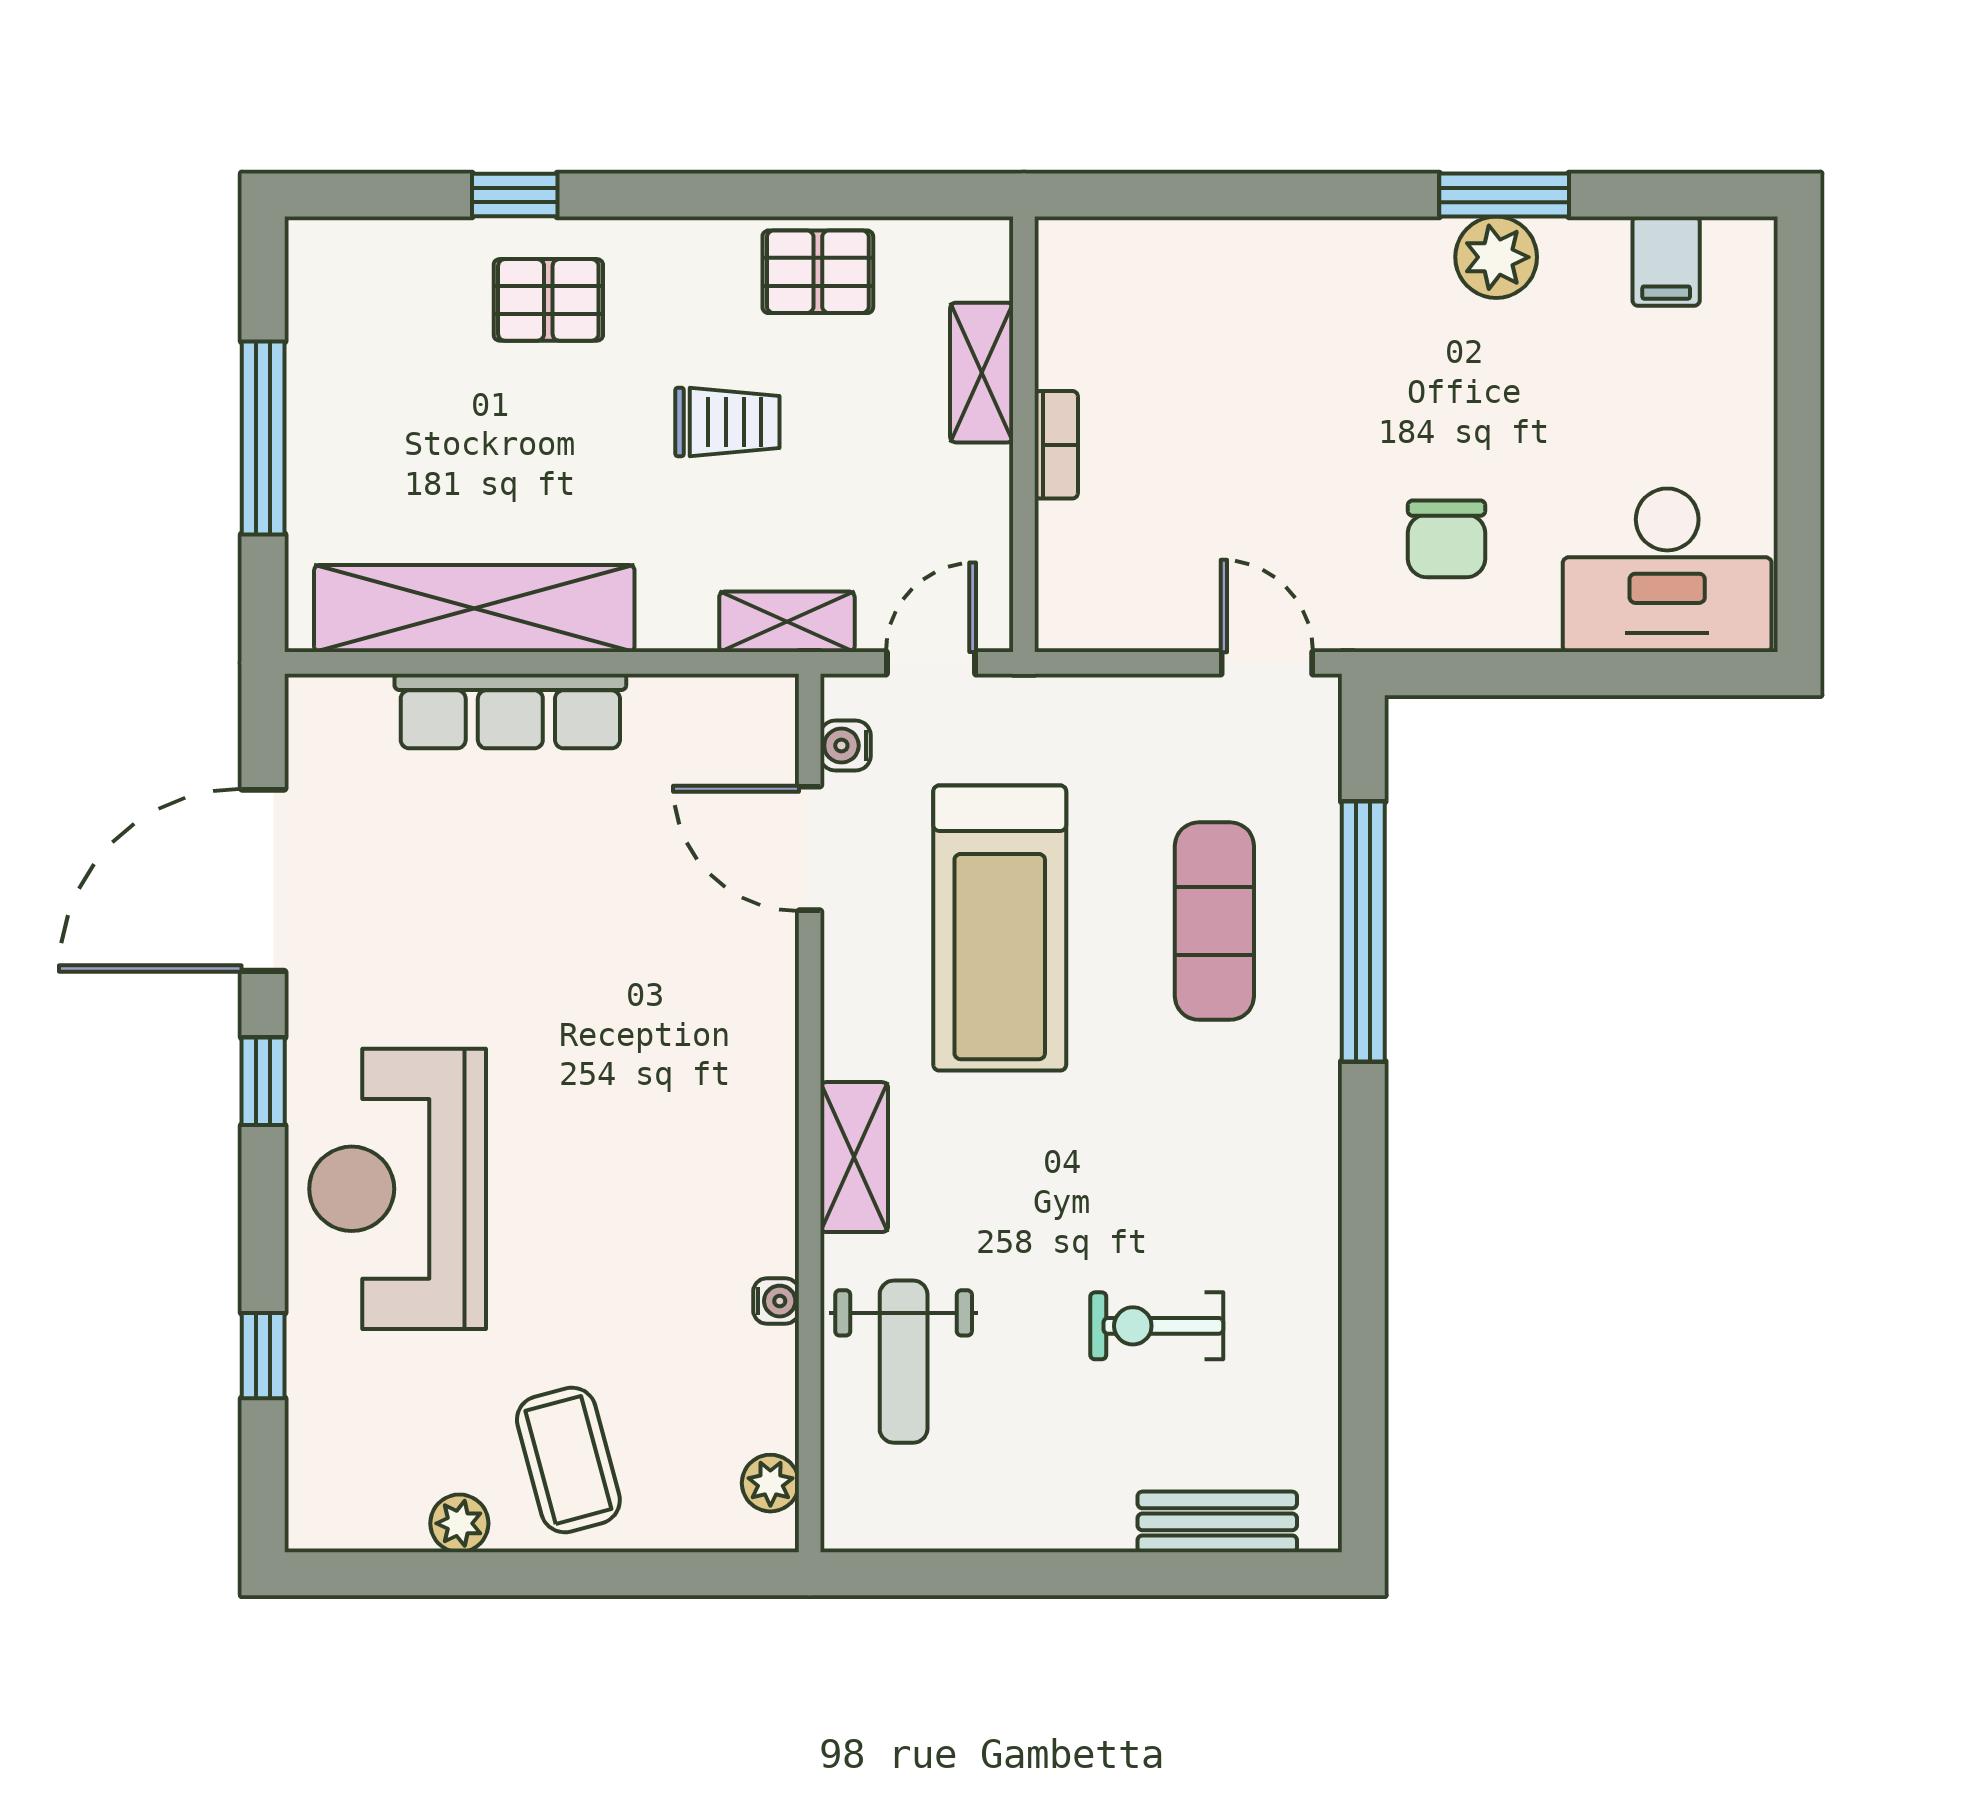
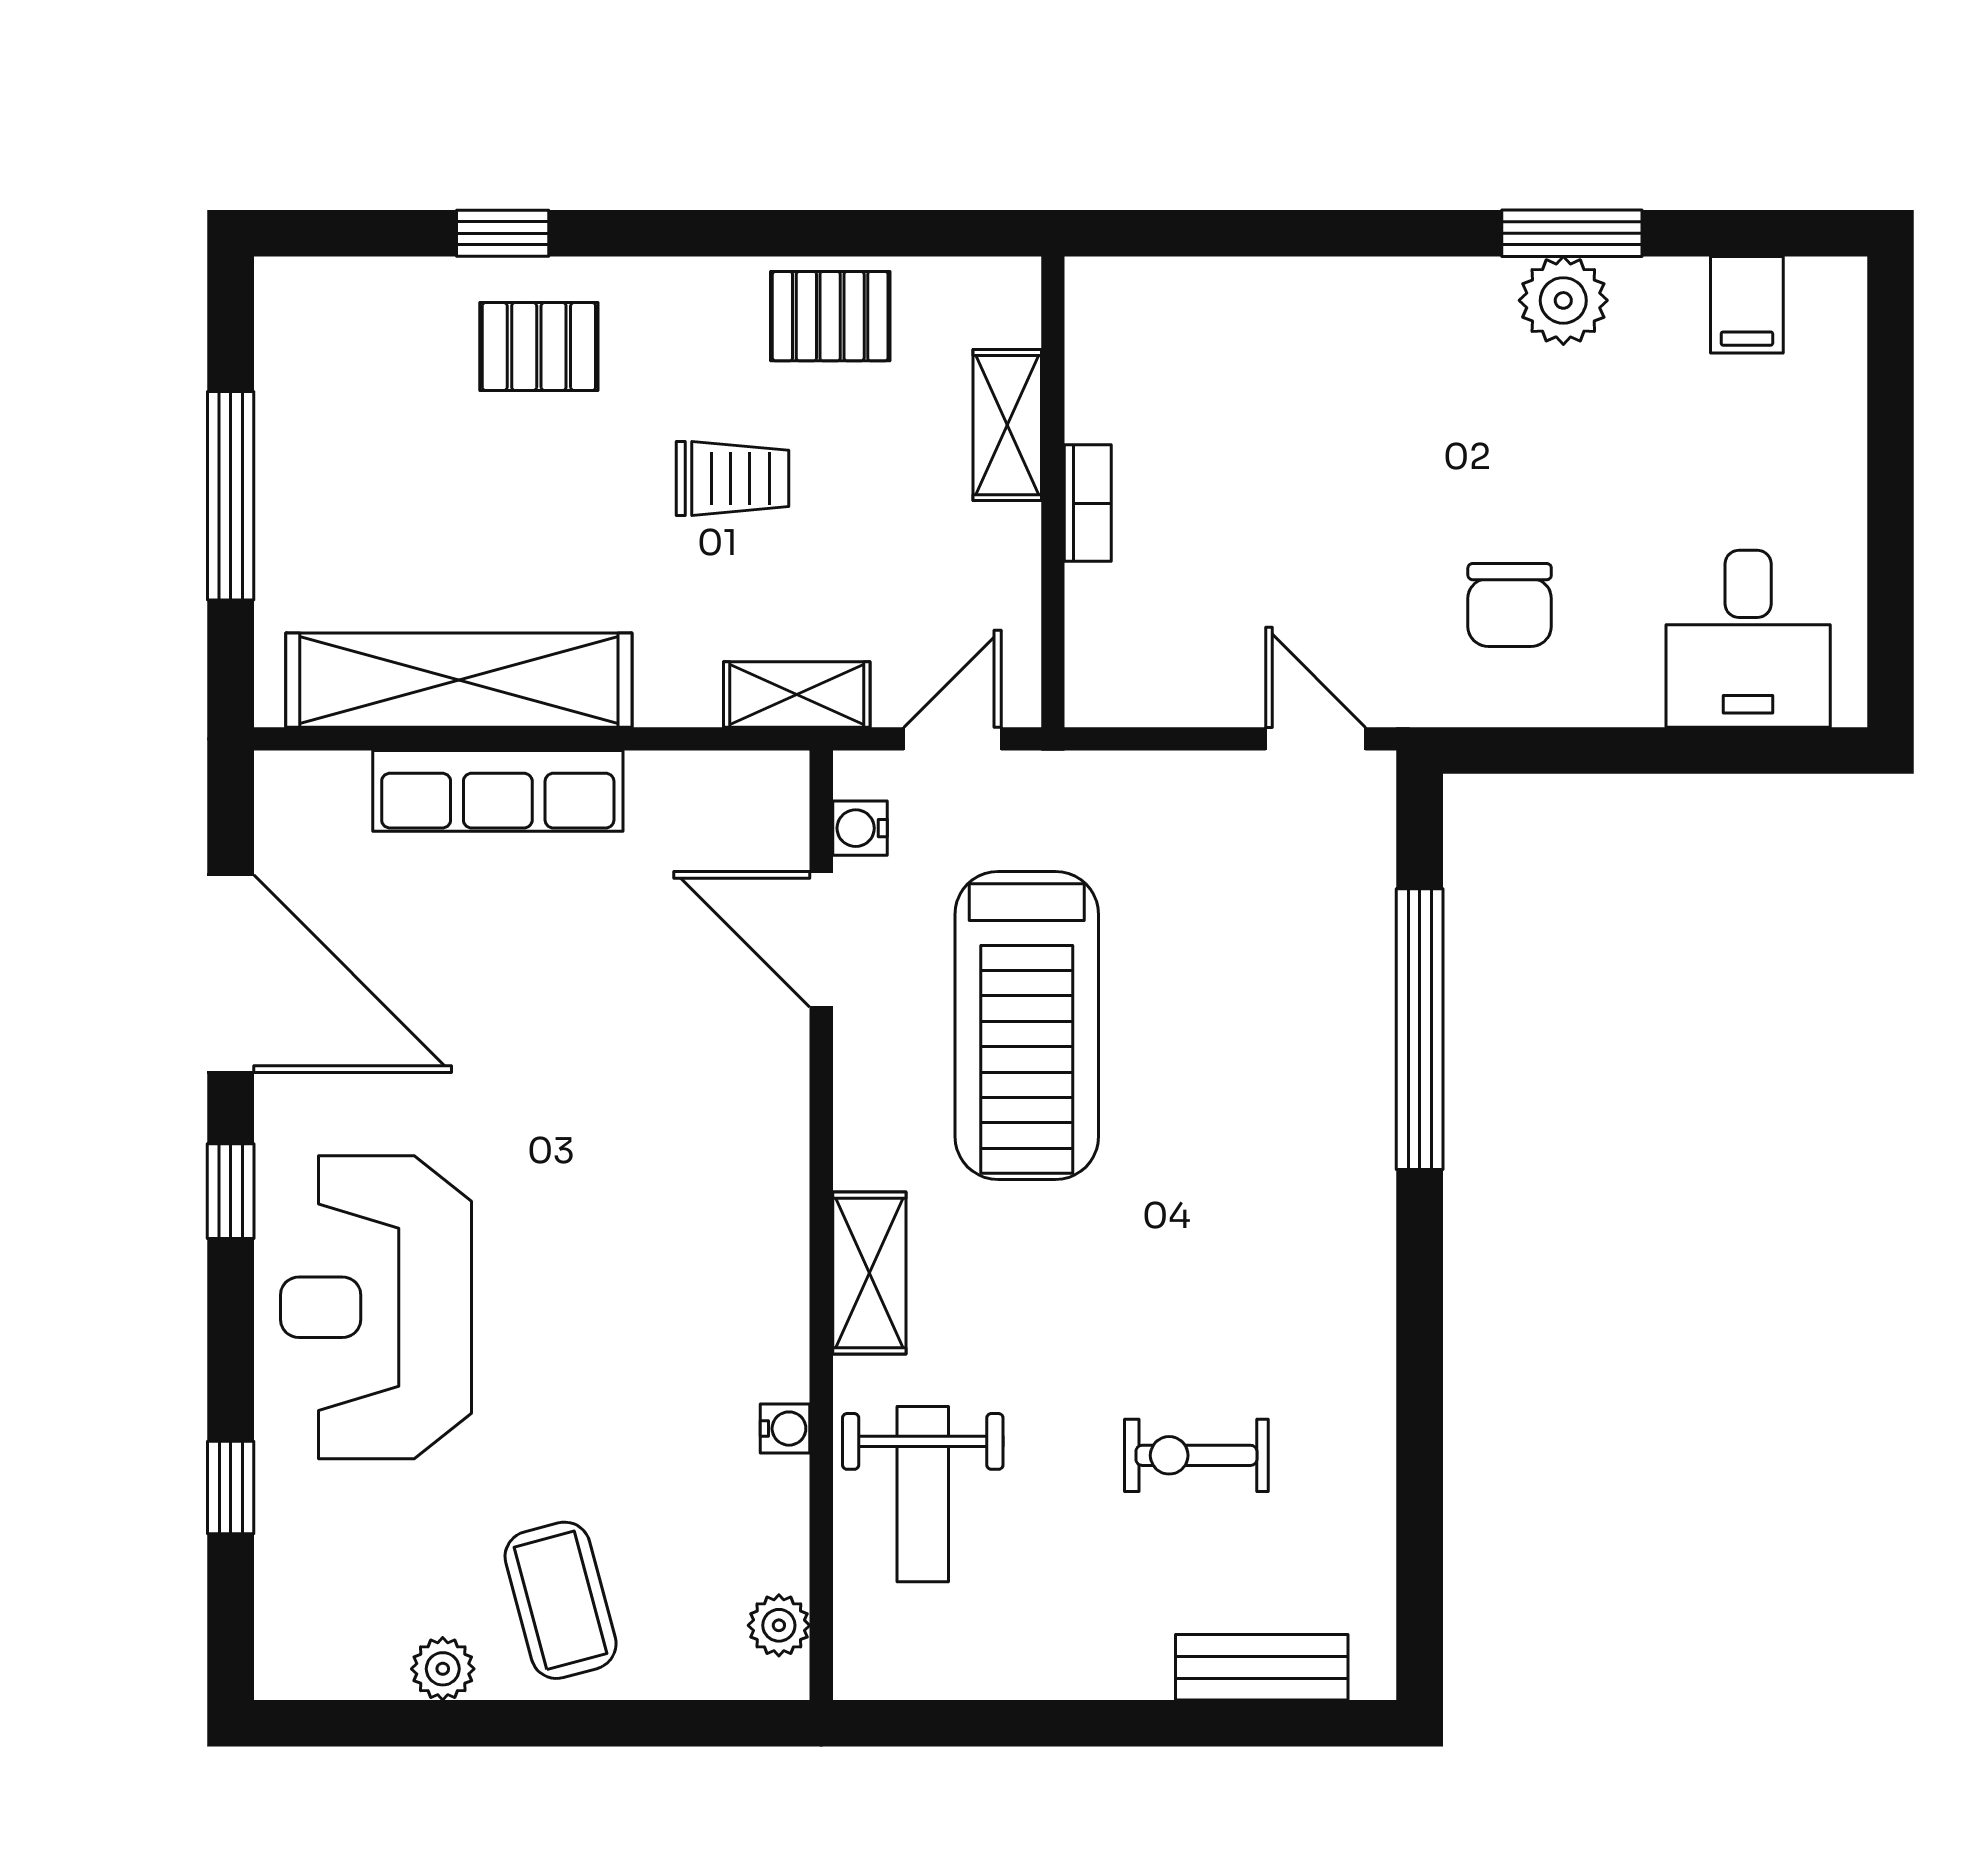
desk: (1667, 570) -> (1748, 639), width x0.73
door: (263, 880) -> (231, 974), swing flipped
exercise mat: (1214, 921) -> (1259, 1018), removed

